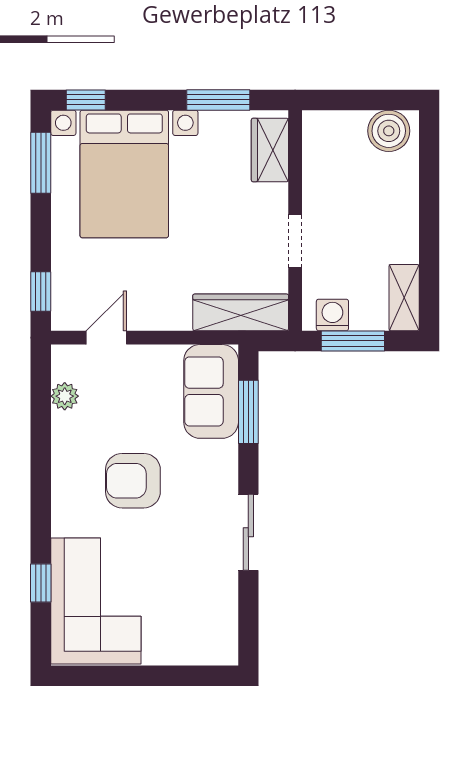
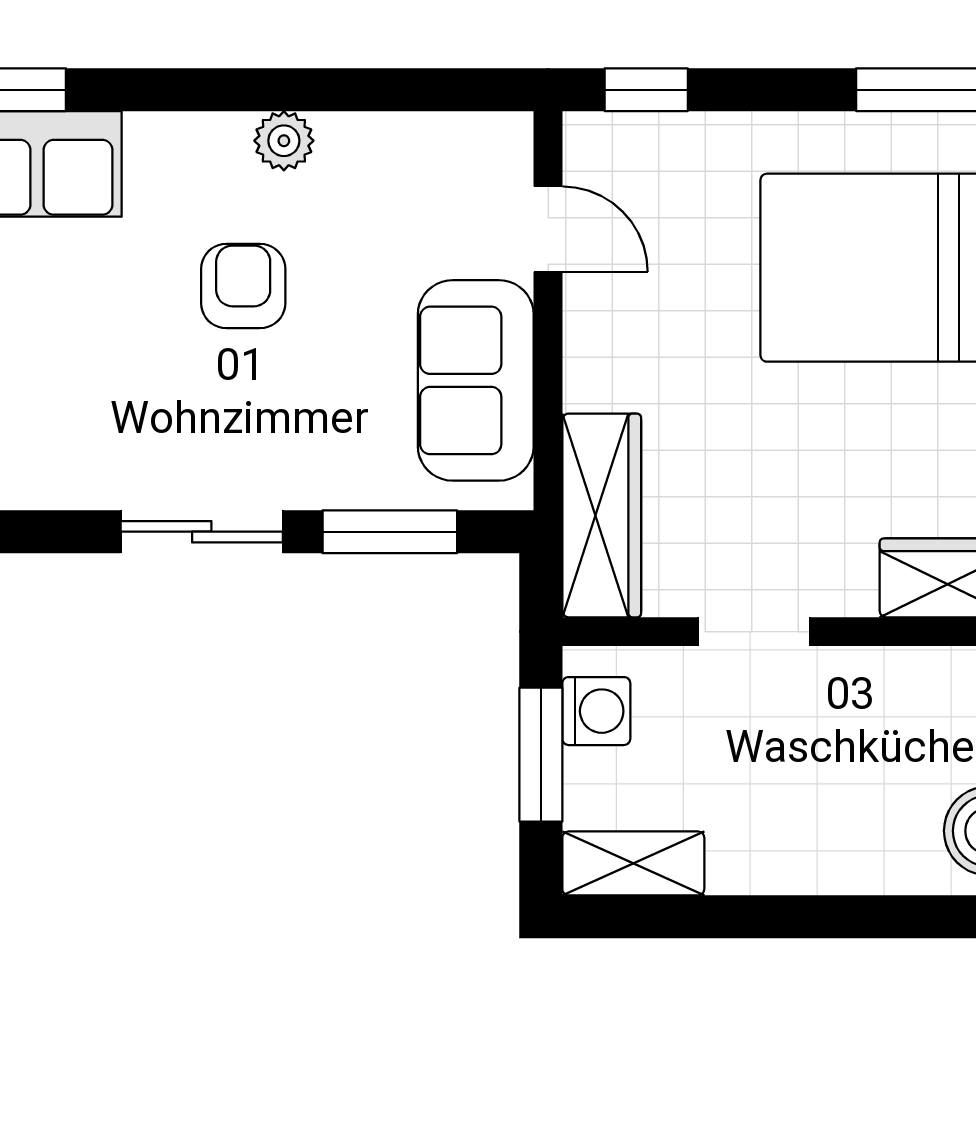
sofa: (211, 391) -> (476, 380), moved, turned -90
plant: (65, 396) -> (284, 141), moved
armchair: (133, 481) -> (243, 286), width x0.72, depth x0.72
sliding door: (248, 532) -> (202, 532), moved

